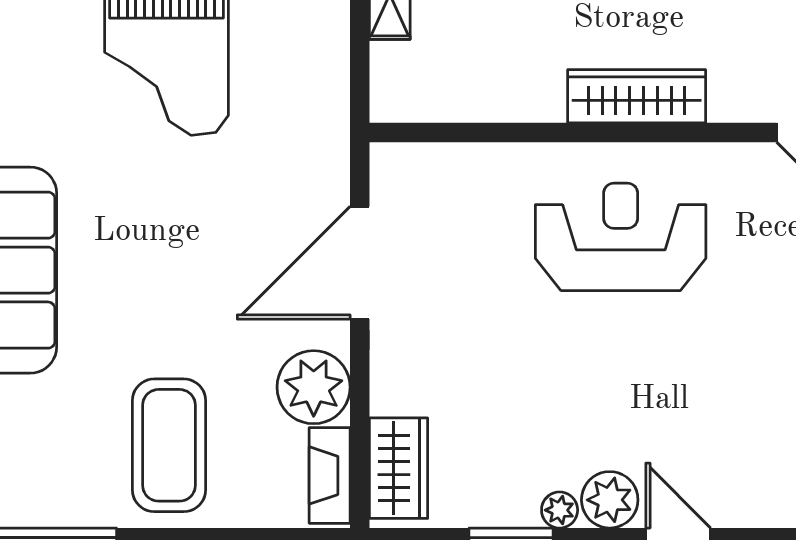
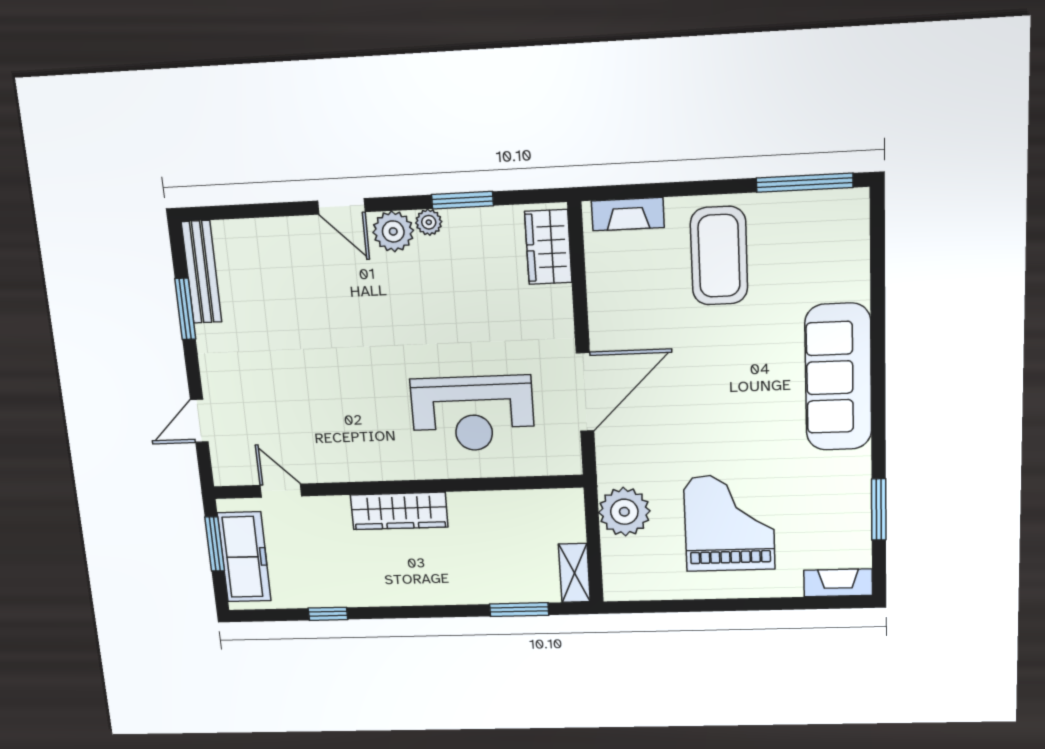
reception desk: (621, 237) -> (473, 414), moved
plant: (314, 387) -> (624, 512), moved
fireplace: (330, 475) -> (628, 214), moved, turned 90

